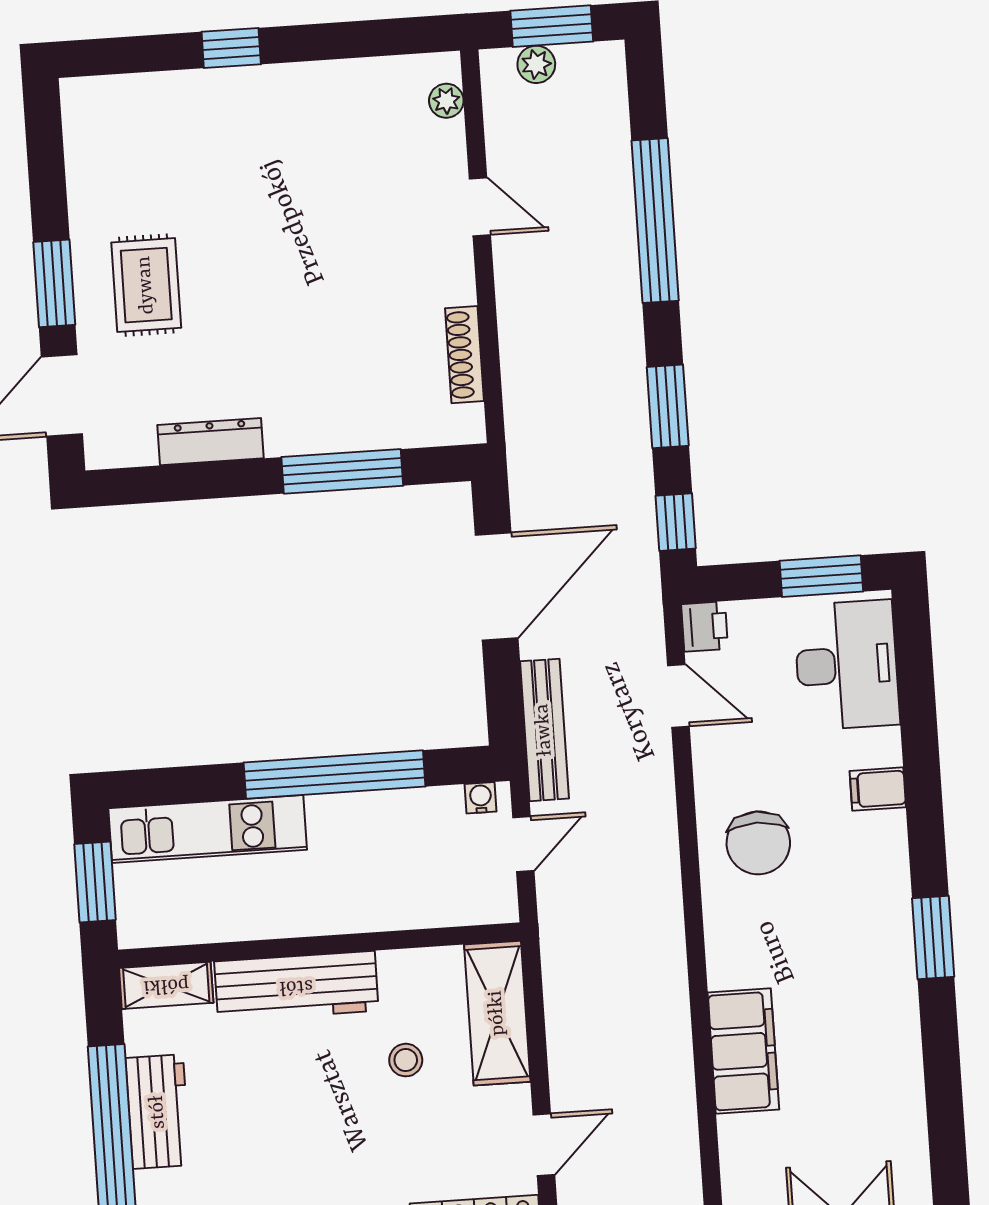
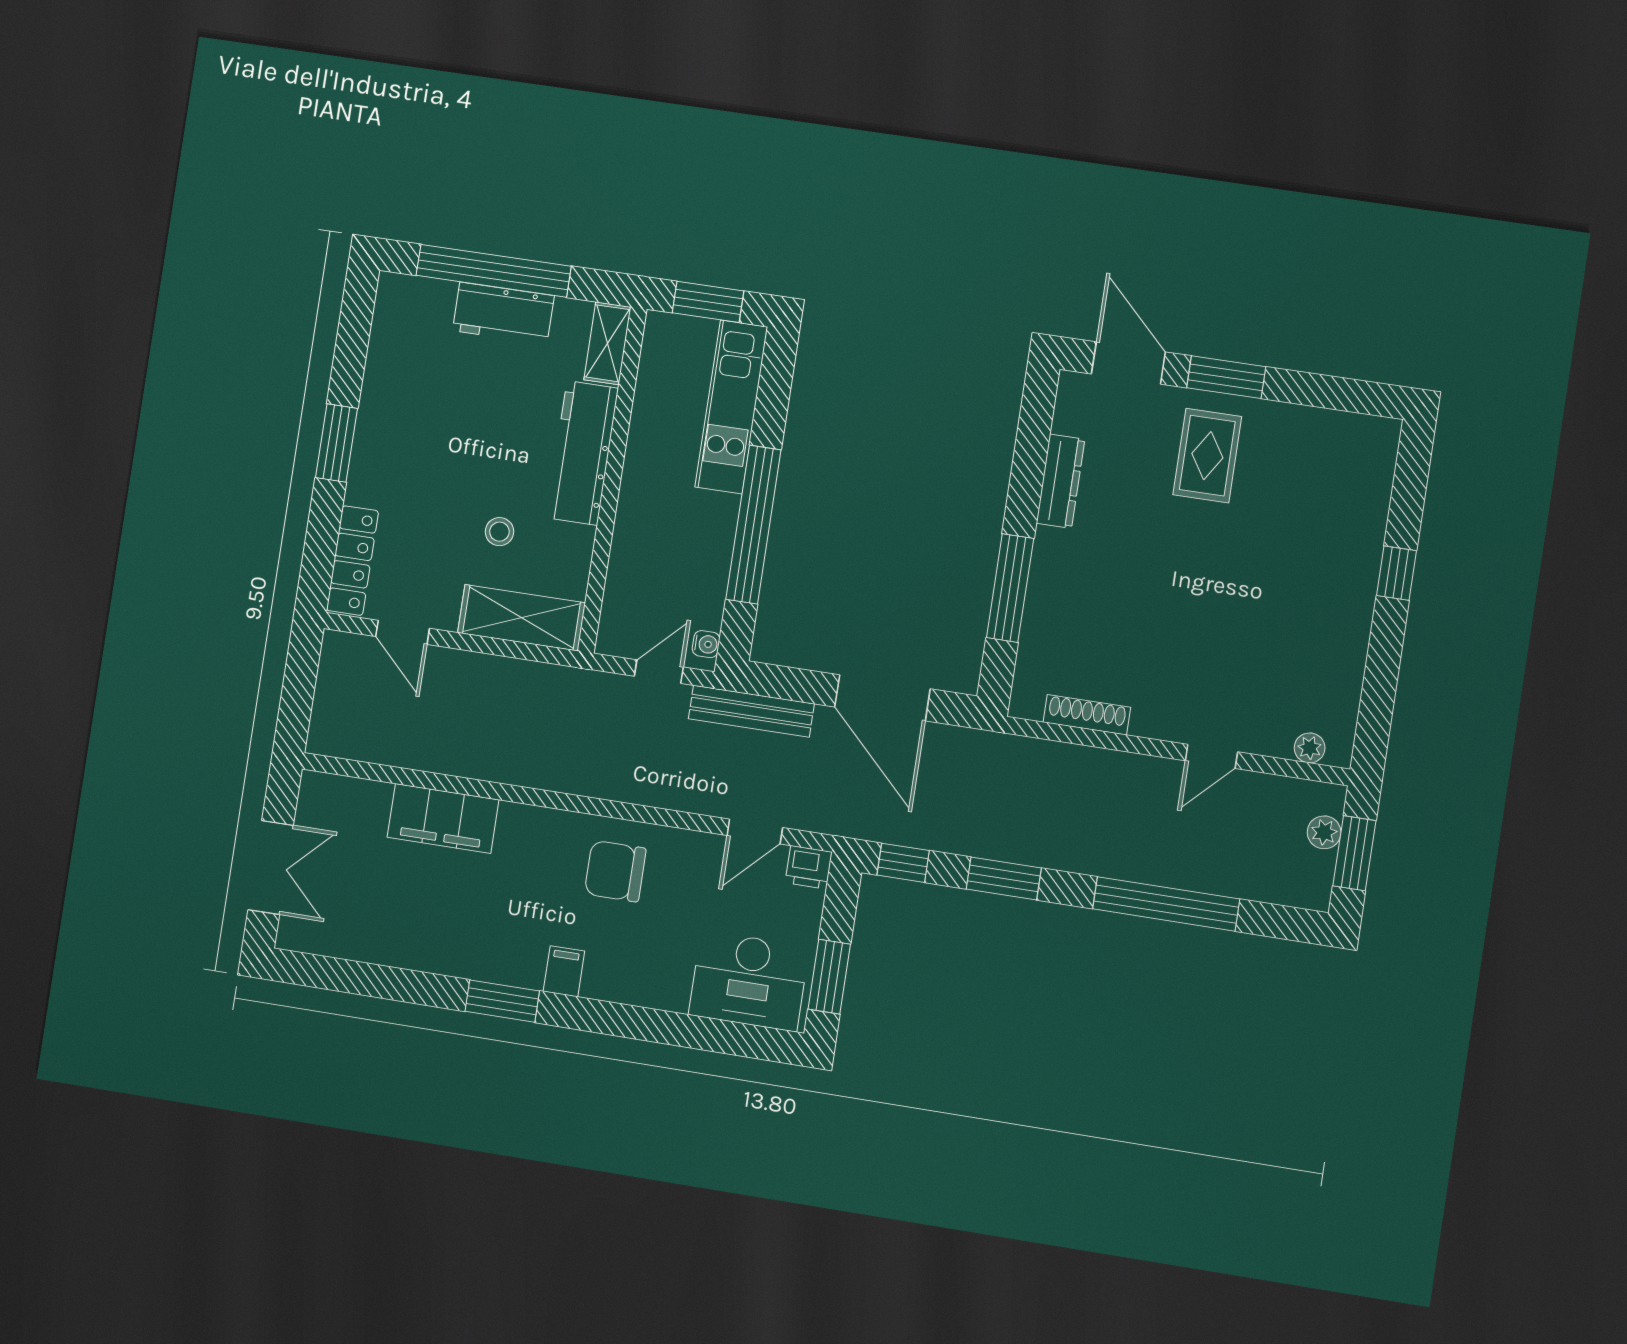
rug: (146, 285) -> (1207, 456), turned 90
filing cabinet: (878, 789) -> (564, 971), moved
door: (523, 844) -> (659, 672), swing flipped

